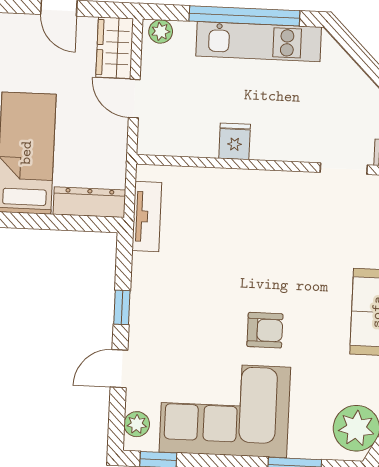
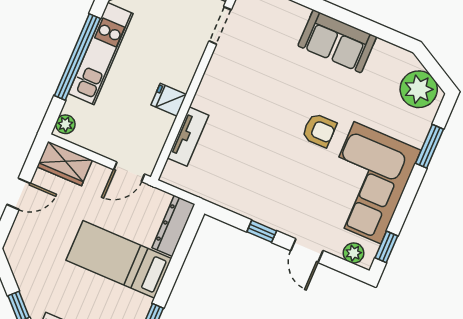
door: (134, 99) -> (129, 172), moved
tv unit: (147, 217) -> (188, 137), moved, turned 90
armchair: (265, 330) -> (319, 130), turned 90

